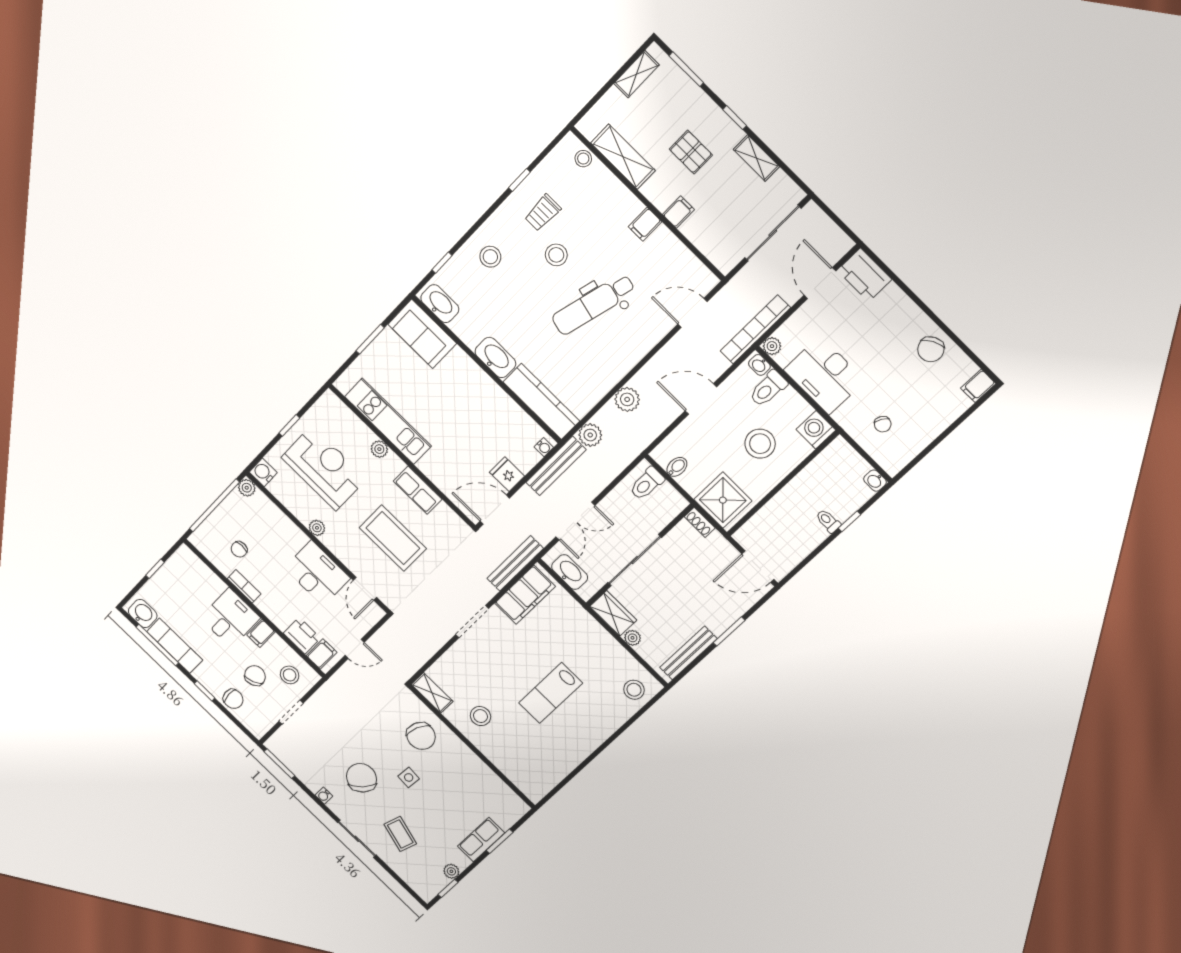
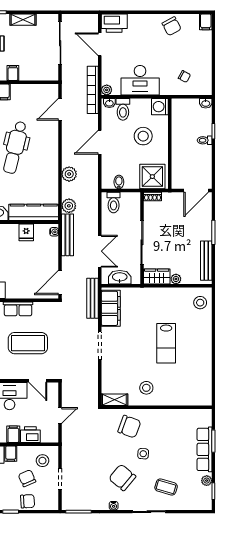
fridge: (507, 474) -> (26, 232), moved, turned -90
filing cabinet: (322, 654) -> (13, 434), moved
row of seats: (481, 840) -> (204, 449), width x1.48

